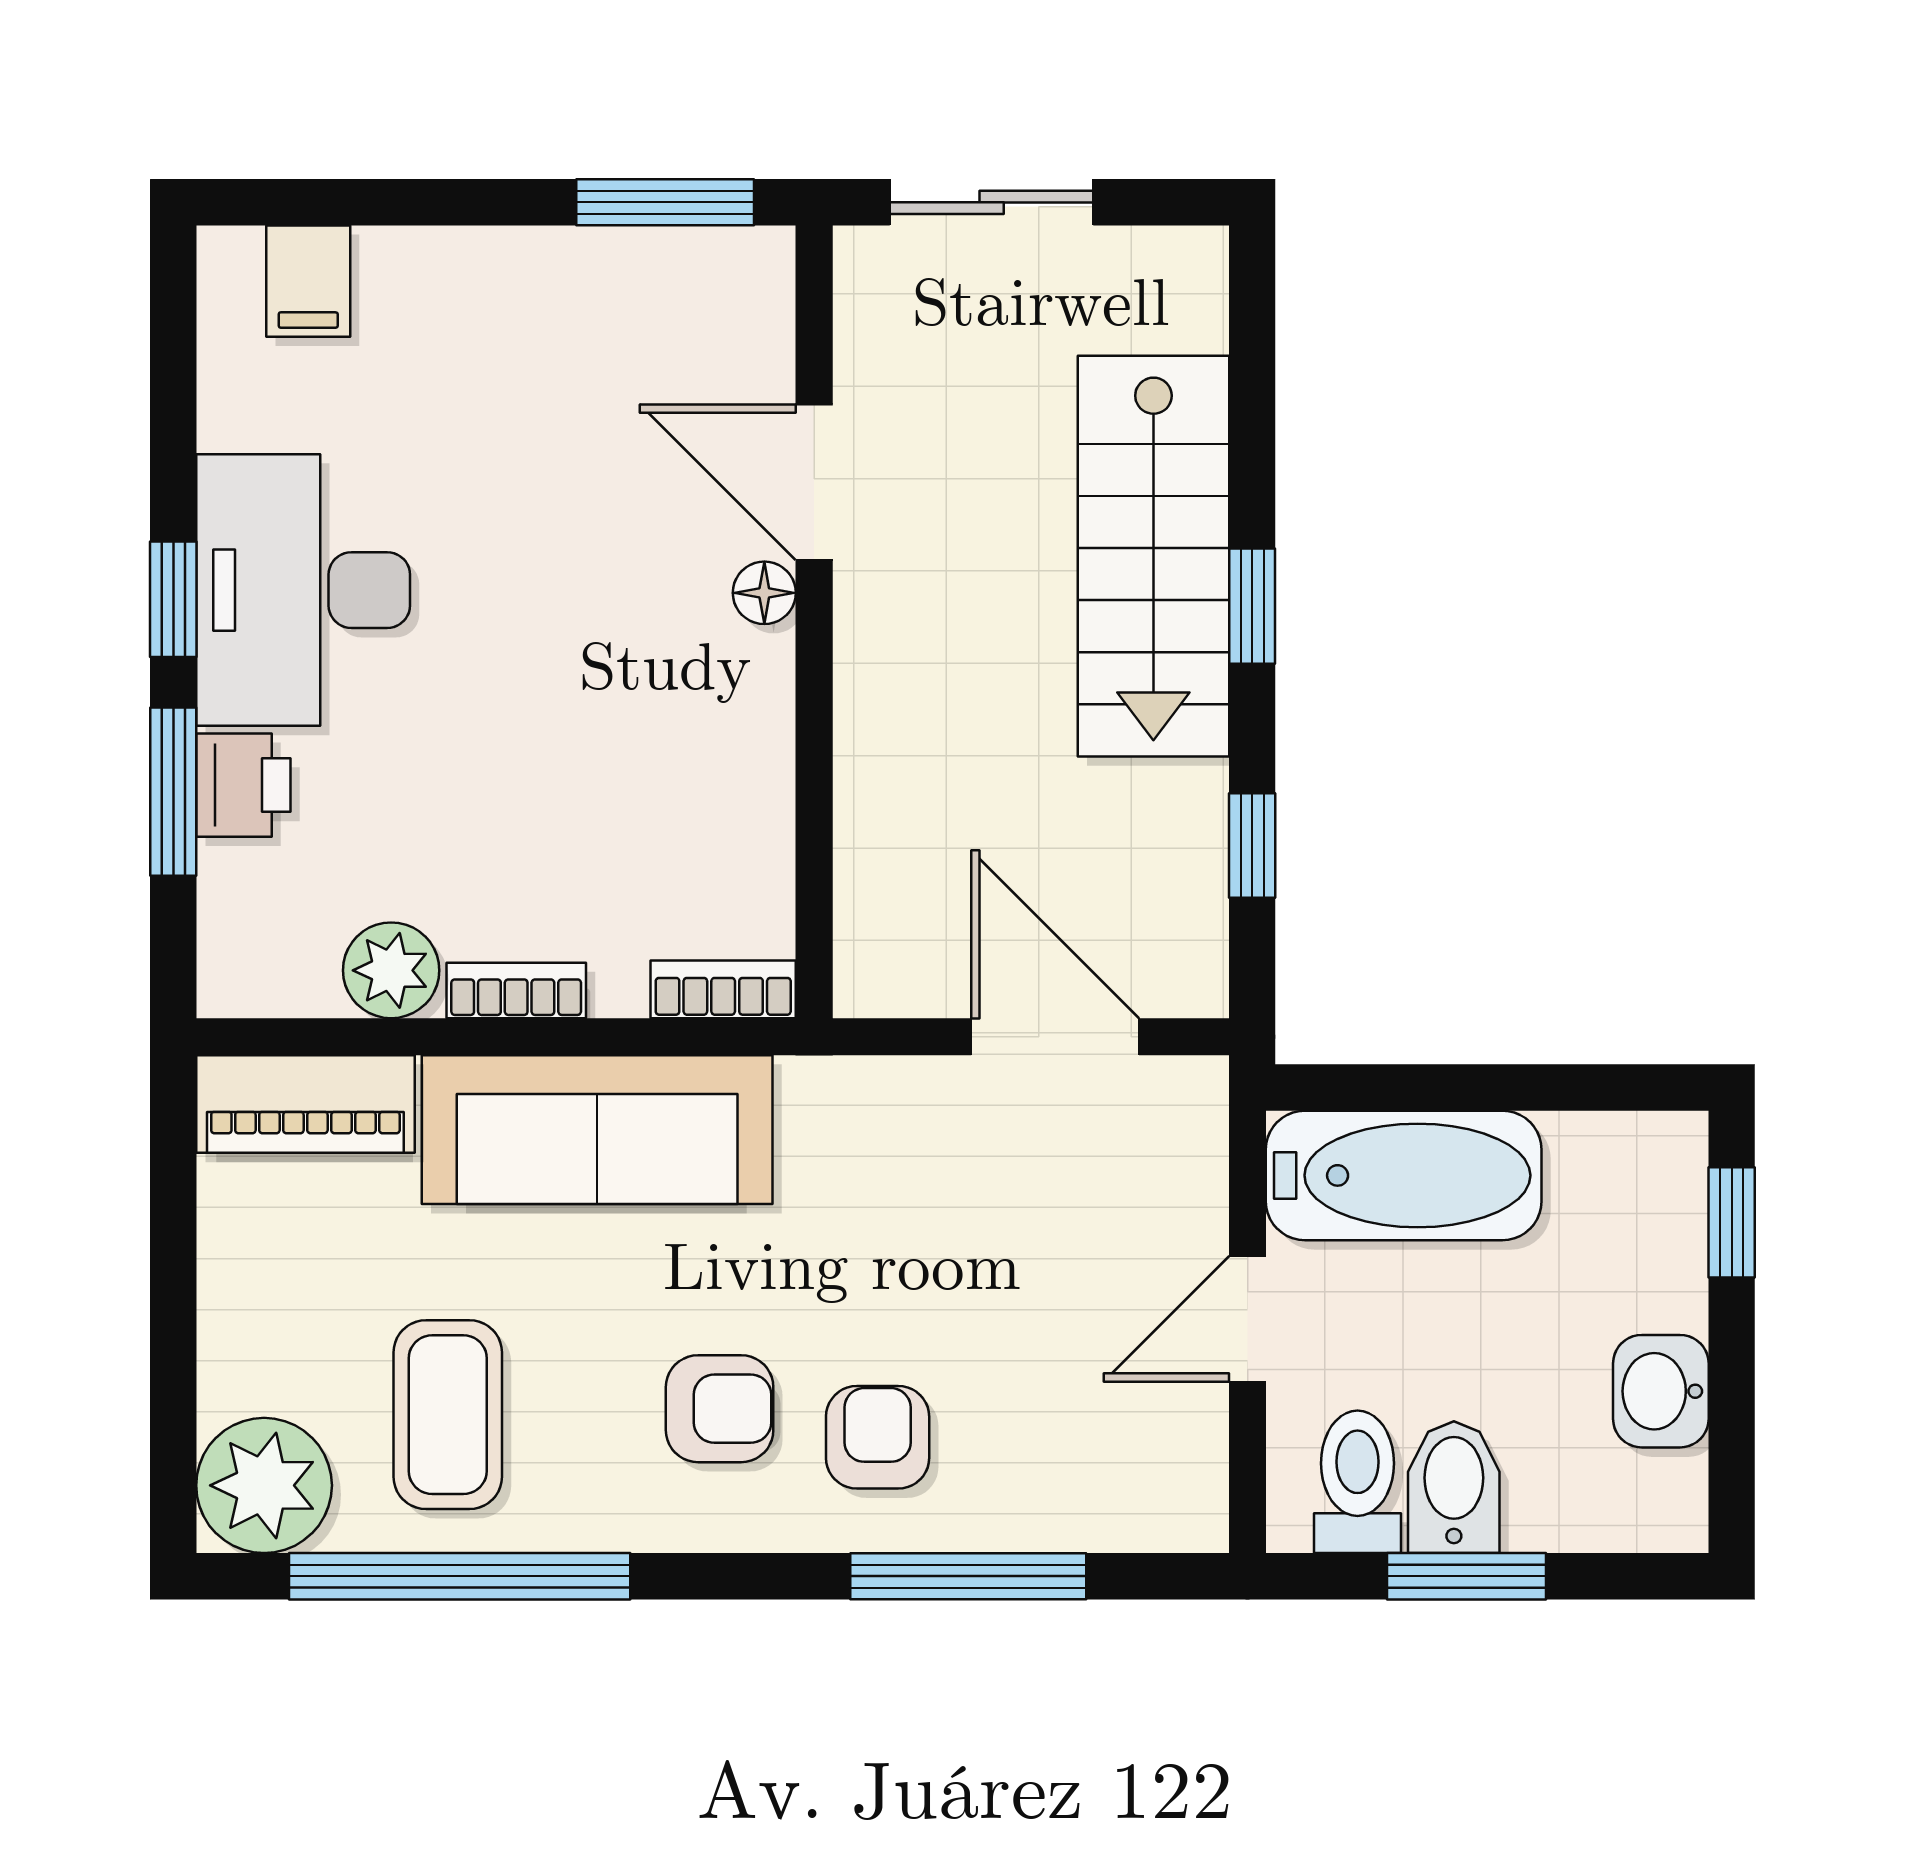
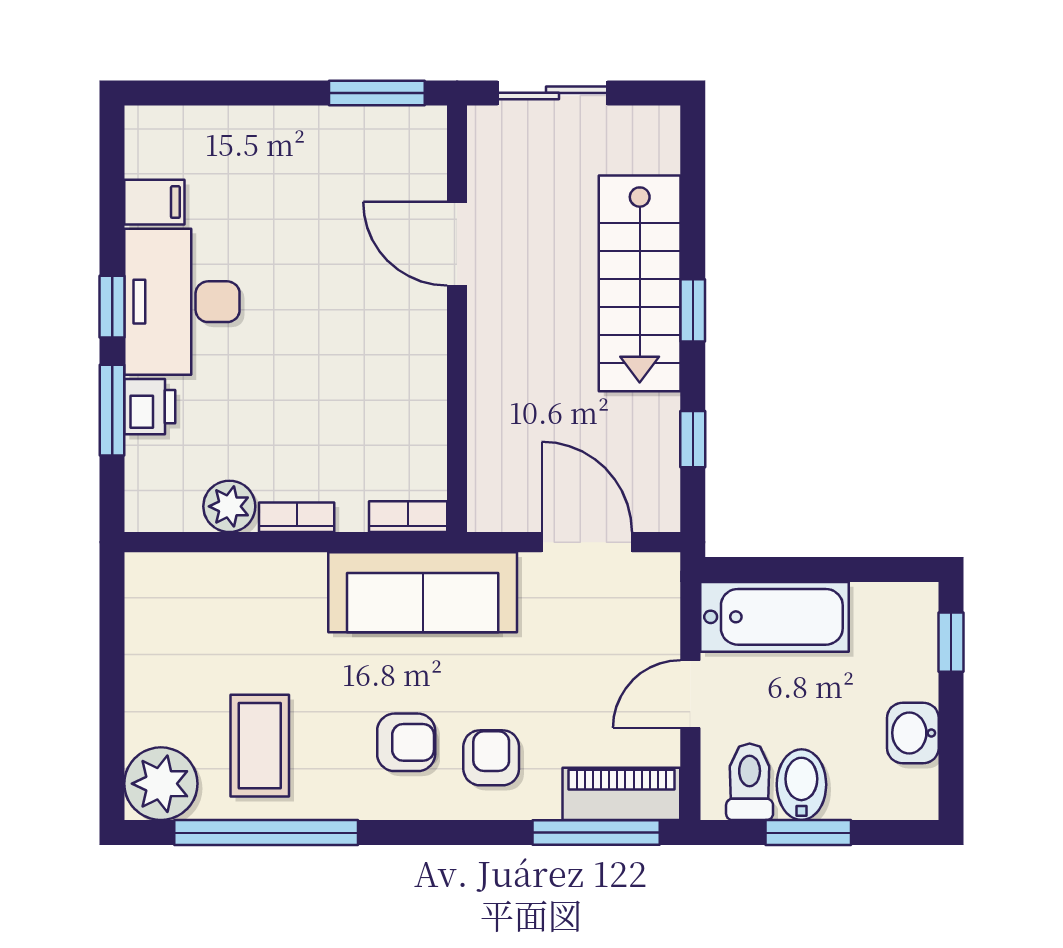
filing cabinet: (308, 281) -> (154, 202), moved, turned -90
floor lamp: (764, 593) -> (430, 303), removed
piano: (305, 1104) -> (621, 794), moved, turned 180
sofa: (597, 1130) -> (423, 592), moved
window: (968, 1576) -> (596, 833), moved

